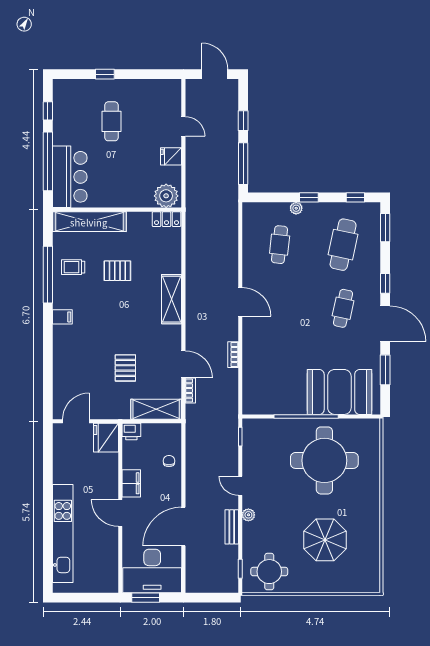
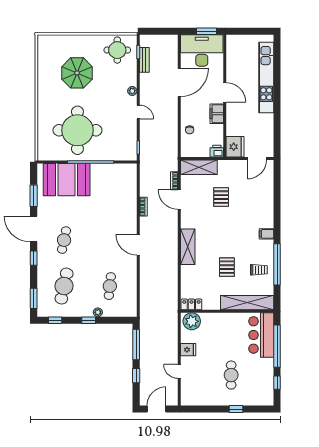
door: (215, 74) -> (157, 409), swing flipped
pallet: (117, 271) -> (227, 267), turned 90
bench: (232, 527) -> (144, 60), moved

